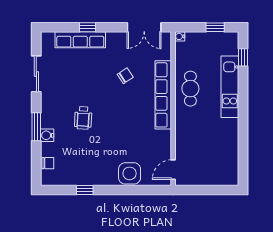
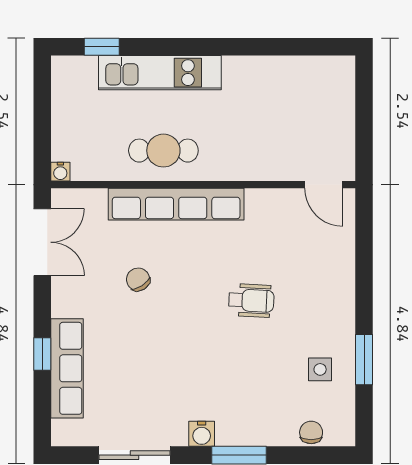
window: (215, 27) -> (42, 102), removed
wheelchair: (83, 118) -> (251, 300), moved
water cooler: (47, 135) -> (202, 434), moved
side table: (130, 173) -> (320, 369), moved, width x0.54, depth x0.54
window: (85, 190) -> (364, 360), width x1.50

